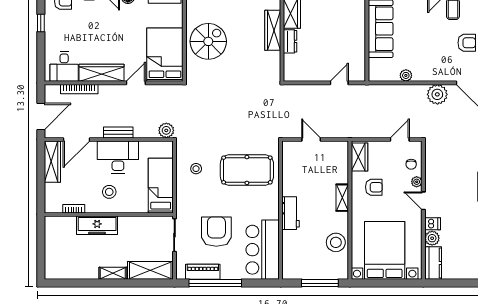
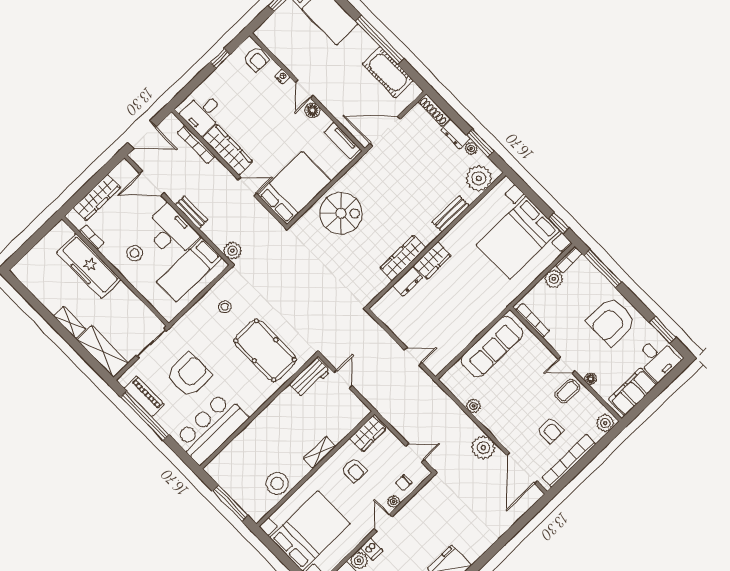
wardrobe: (52, 162) -> (97, 198), moved
bed: (161, 186) -> (189, 270), moved, turned 180
workbench: (291, 213) -> (310, 378), moved
freezer: (97, 225) -> (89, 266), width x1.36, depth x1.26

